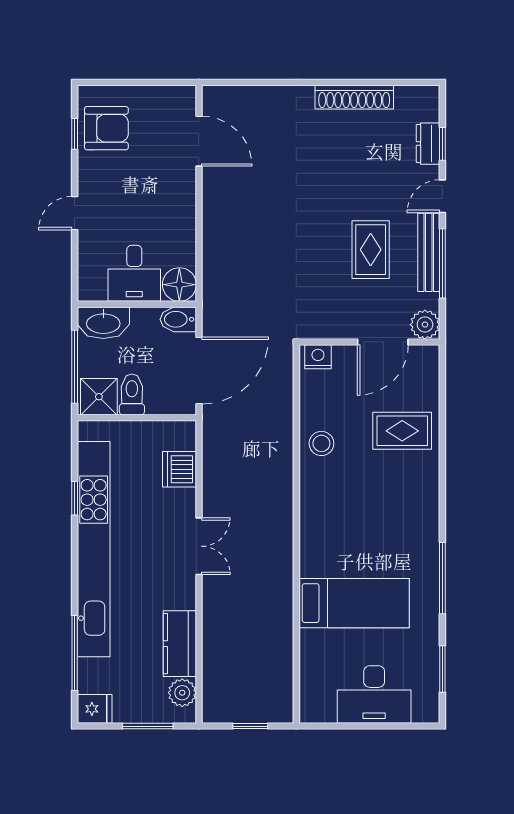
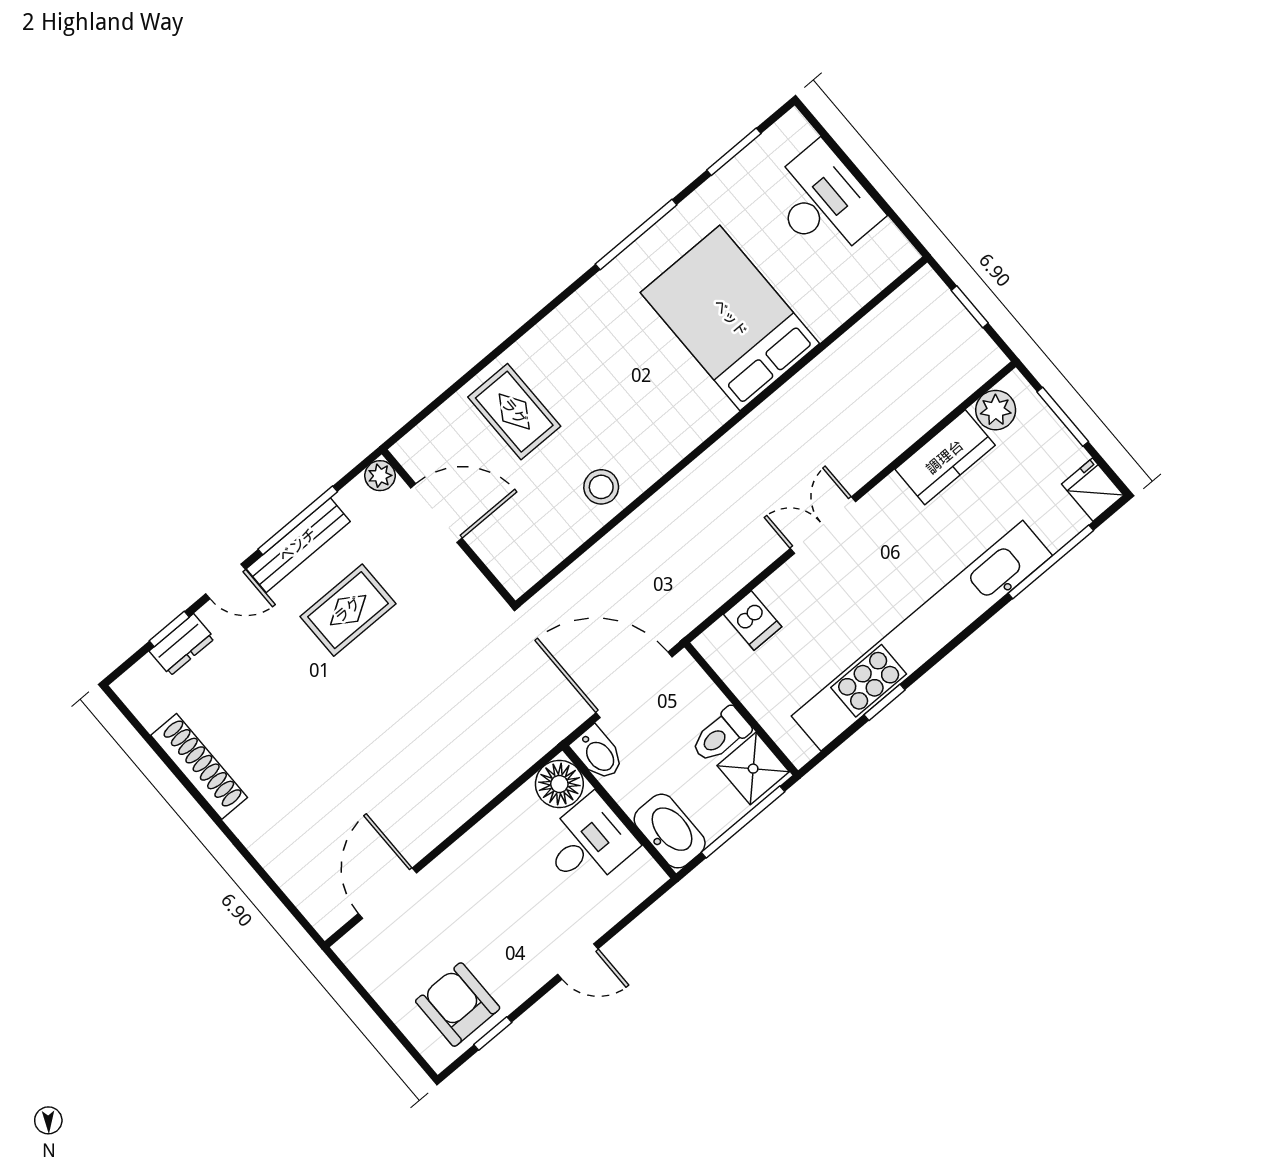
plant: (425, 325) -> (380, 476), width x0.73, depth x0.73
nightstand: (318, 357) -> (511, 569), removed
dishwasher: (180, 469) -> (753, 620), width x0.73
bed: (354, 603) -> (730, 318), width x1.50

